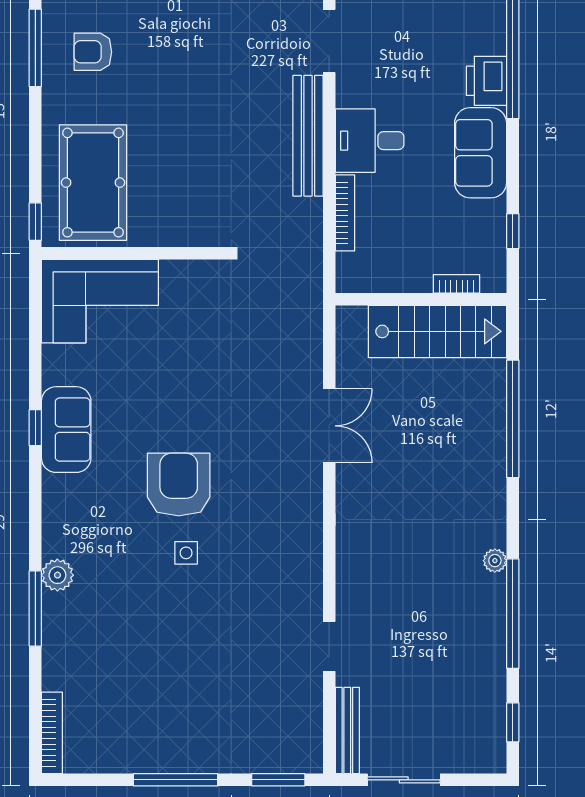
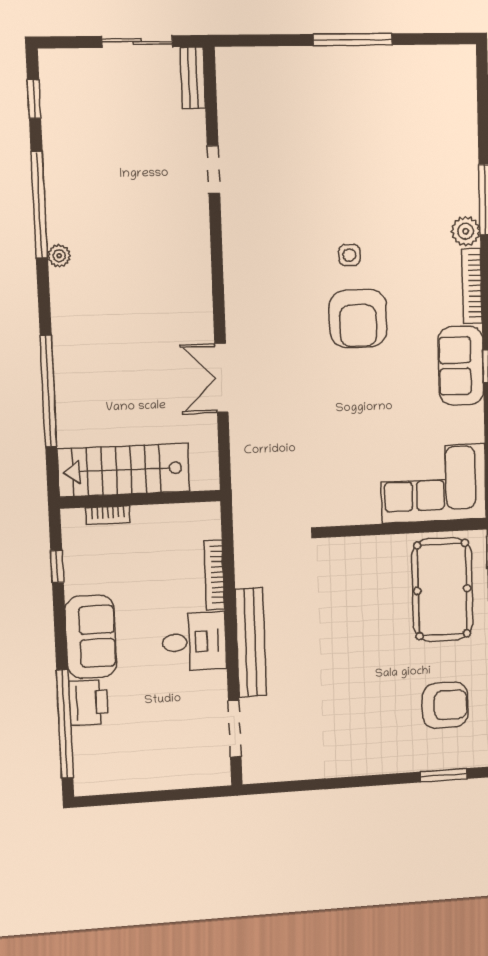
armchair: (93, 52) -> (445, 705), width x1.38, depth x1.38
bench: (347, 731) -> (193, 78), width x0.73
bookcase: (52, 733) -> (472, 286), moved
window: (278, 780) -> (257, 40), removed

